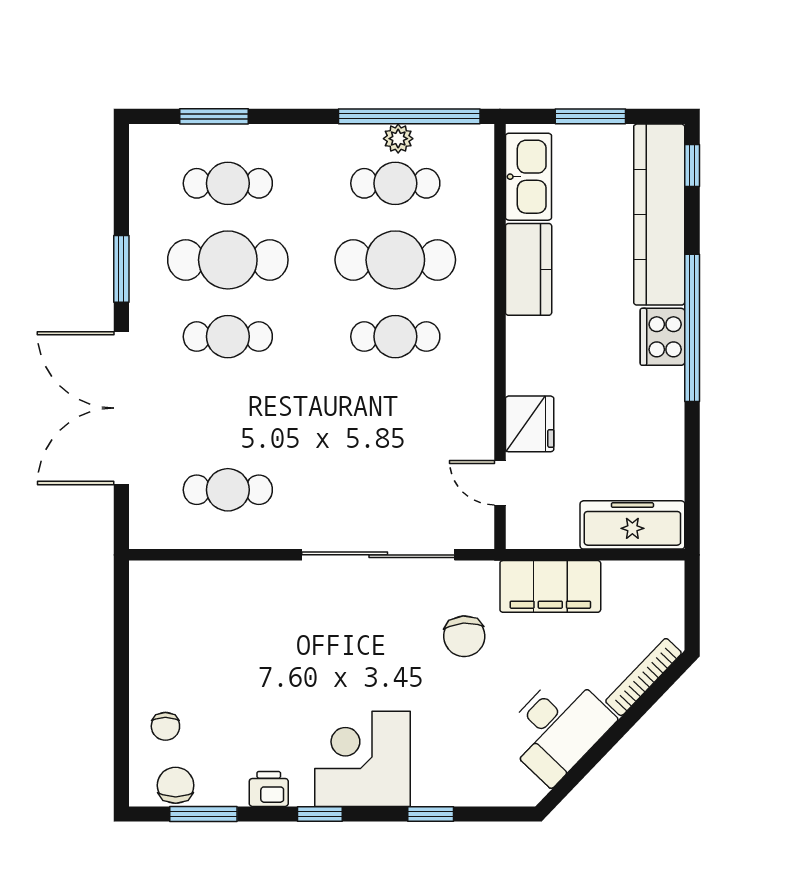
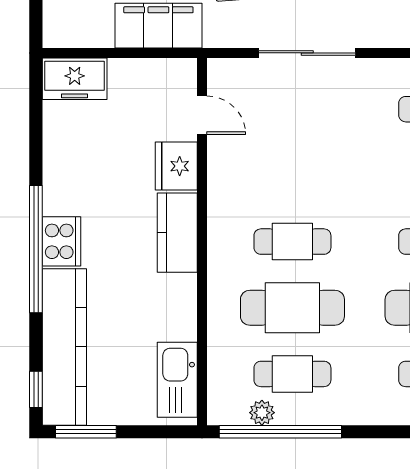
window: (590, 116) -> (86, 432), moved
plant: (398, 139) -> (262, 413), moved
kitchen counter: (529, 269) -> (177, 233), moved
freezer: (632, 525) -> (75, 79), width x0.71
sliding door: (378, 555) -> (307, 53), width x0.73

